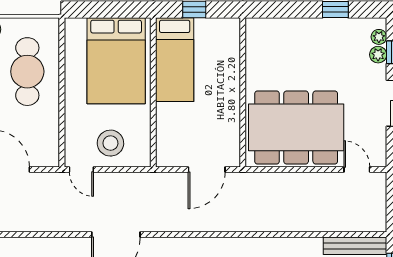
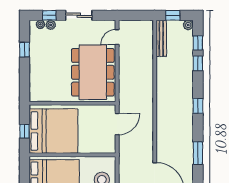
bed: (175, 60) -> (54, 131), width x2.04
door: (207, 170) -> (117, 124), hinge flipped

